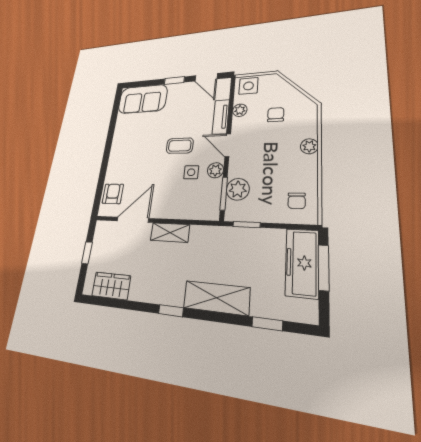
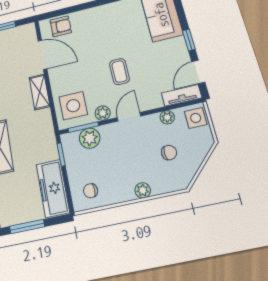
tv unit: (221, 117) -> (182, 95), moved
side table: (191, 172) -> (73, 106), moved, width x1.87, depth x1.87
freezer: (302, 263) -> (53, 188), moved, turned -90
window: (324, 268) -> (27, 227), moved

